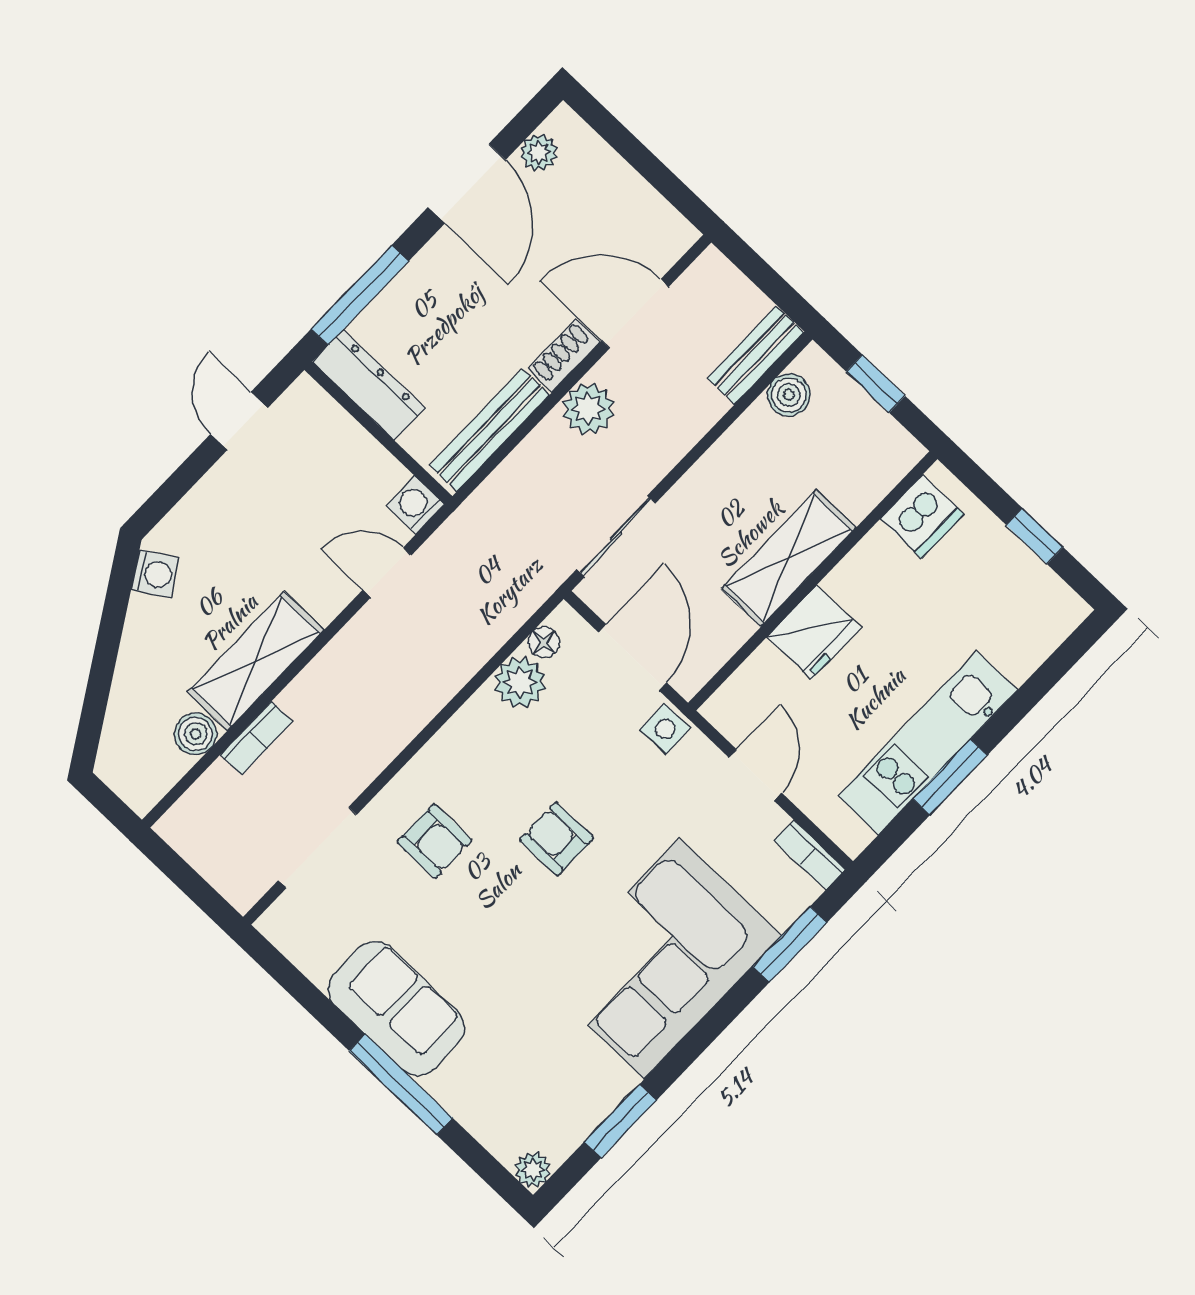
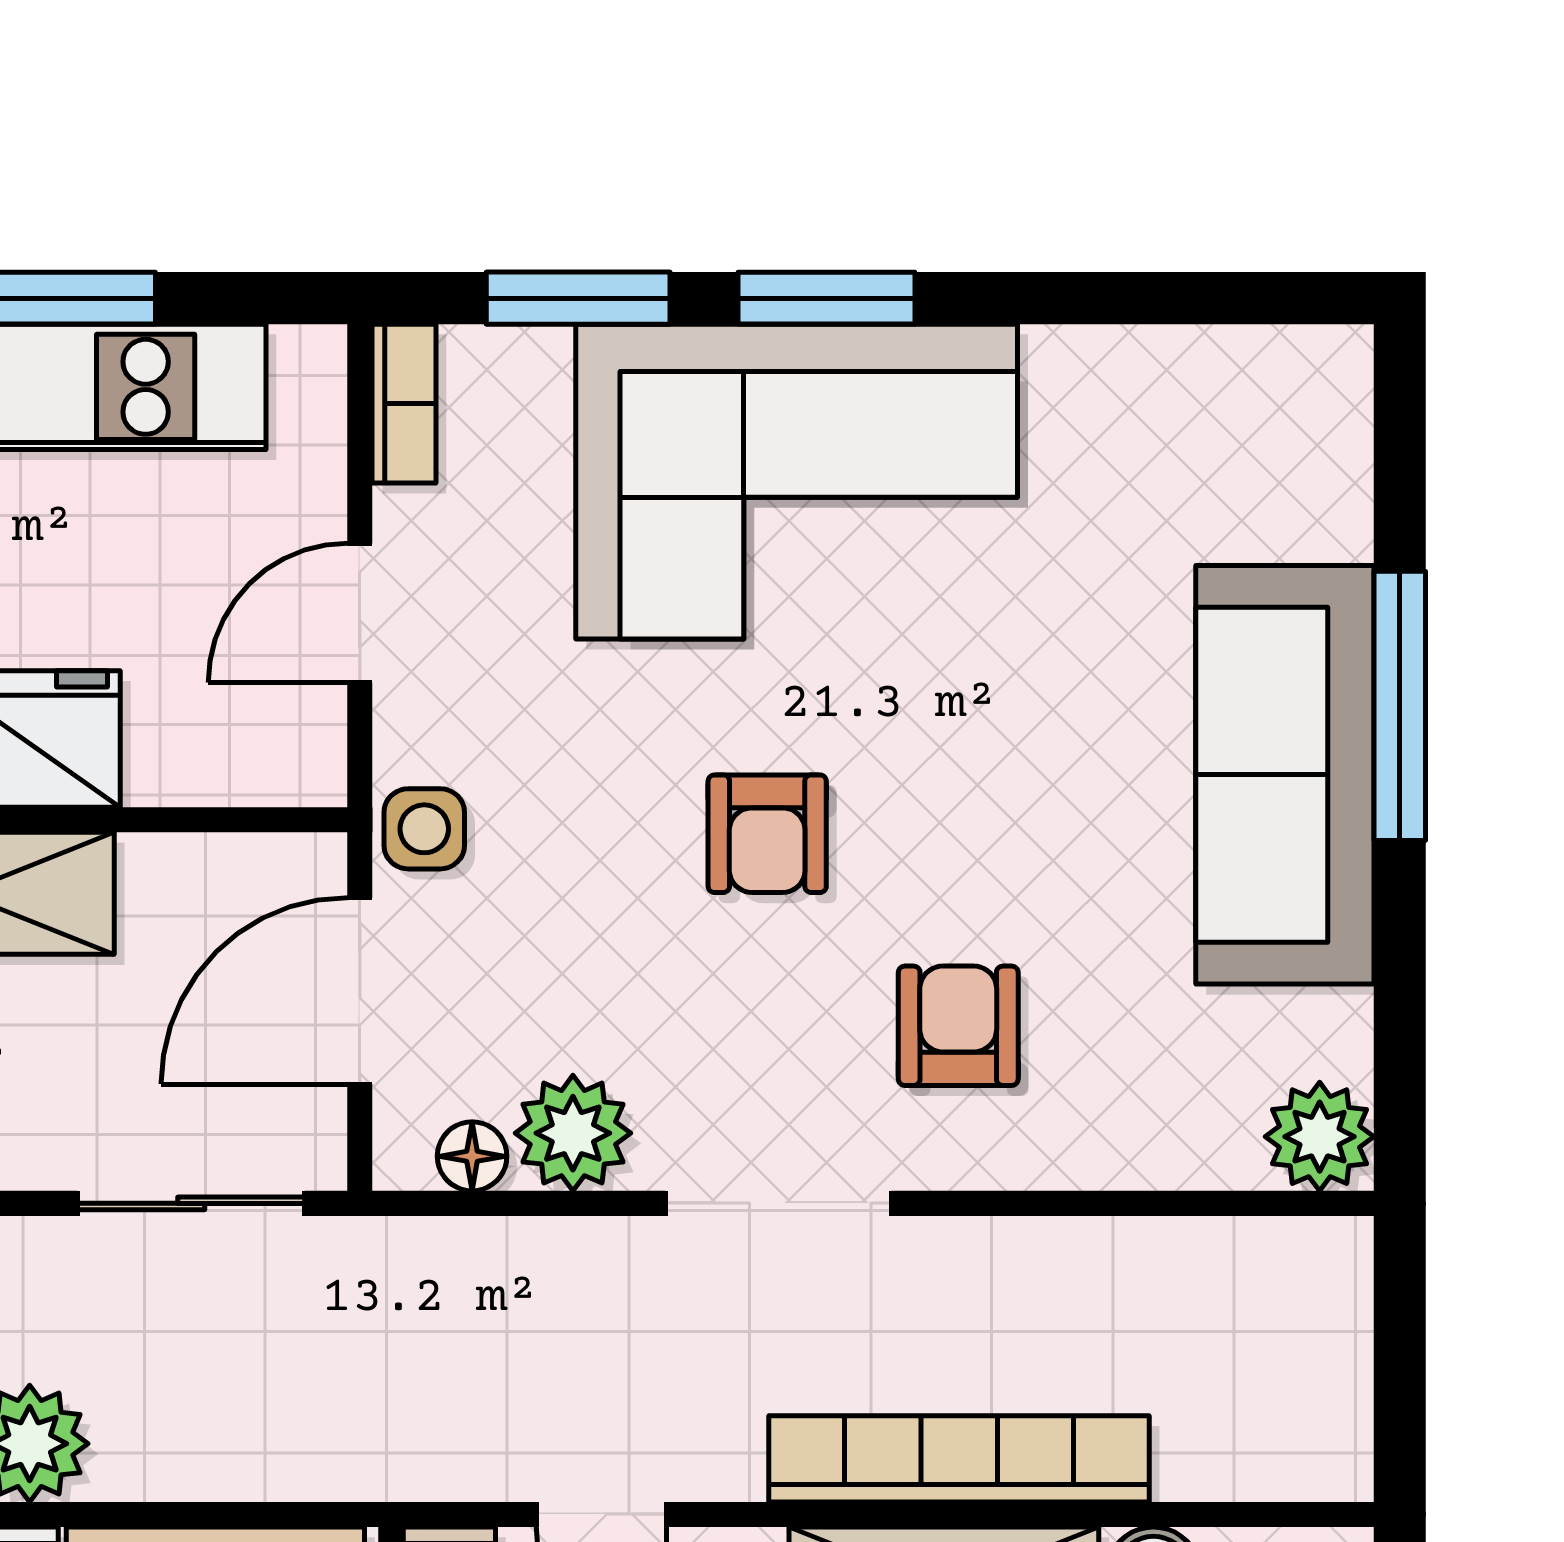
bookcase: (256, 738) -> (959, 1459), width x2.31, depth x1.31
doorway: (317, 848) -> (778, 1203), moved
sofa: (396, 1008) -> (1285, 775), width x1.36
window: (620, 1121) -> (826, 298), moved
plant: (533, 1170) -> (1320, 1137), moved, width x1.38, depth x1.38

